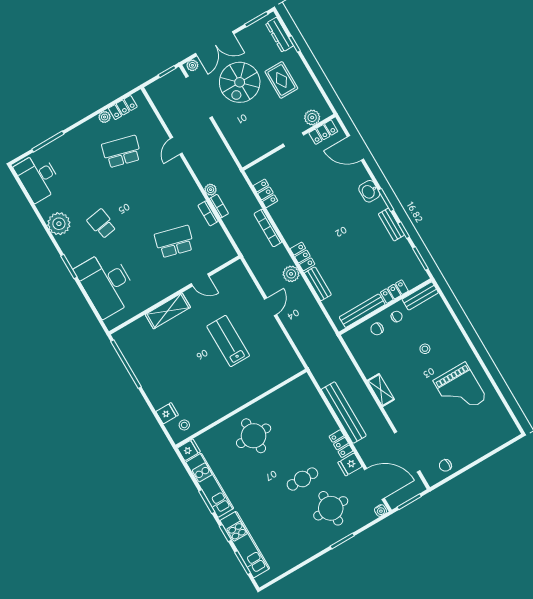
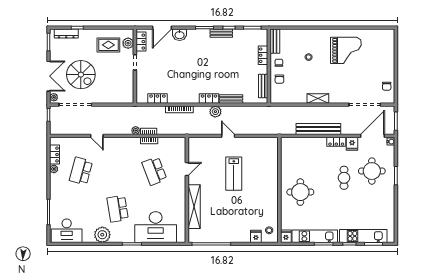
rug: (281, 80) -> (108, 45), moved
washbasin: (369, 191) -> (180, 35), moved
school desk: (102, 224) -> (118, 209), width x1.85
school desk: (174, 242) -> (154, 171), turned -36
shelving: (168, 311) -> (194, 207), width x1.47
bench: (362, 311) -> (263, 86), width x0.73
lab bench: (228, 341) -> (234, 174), turned -90

